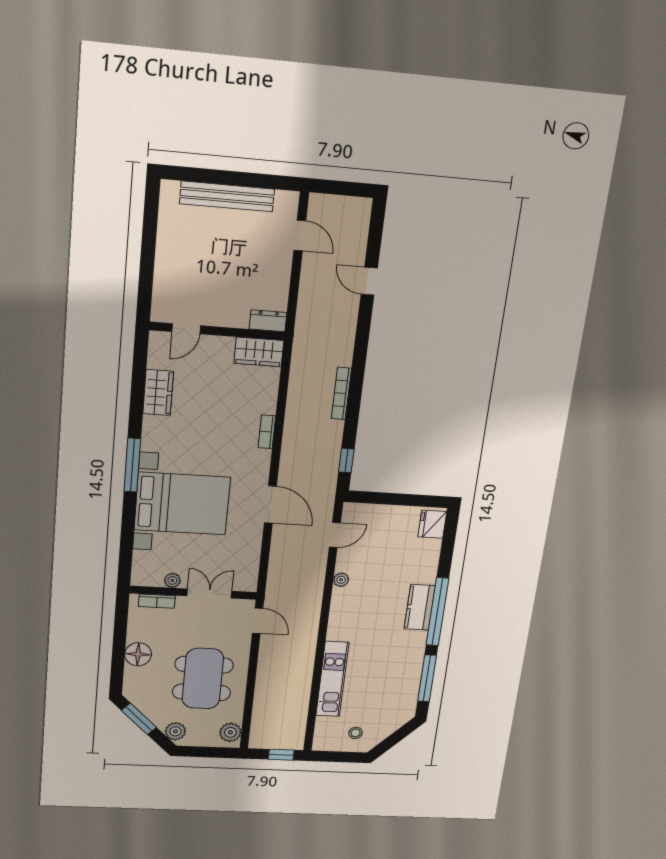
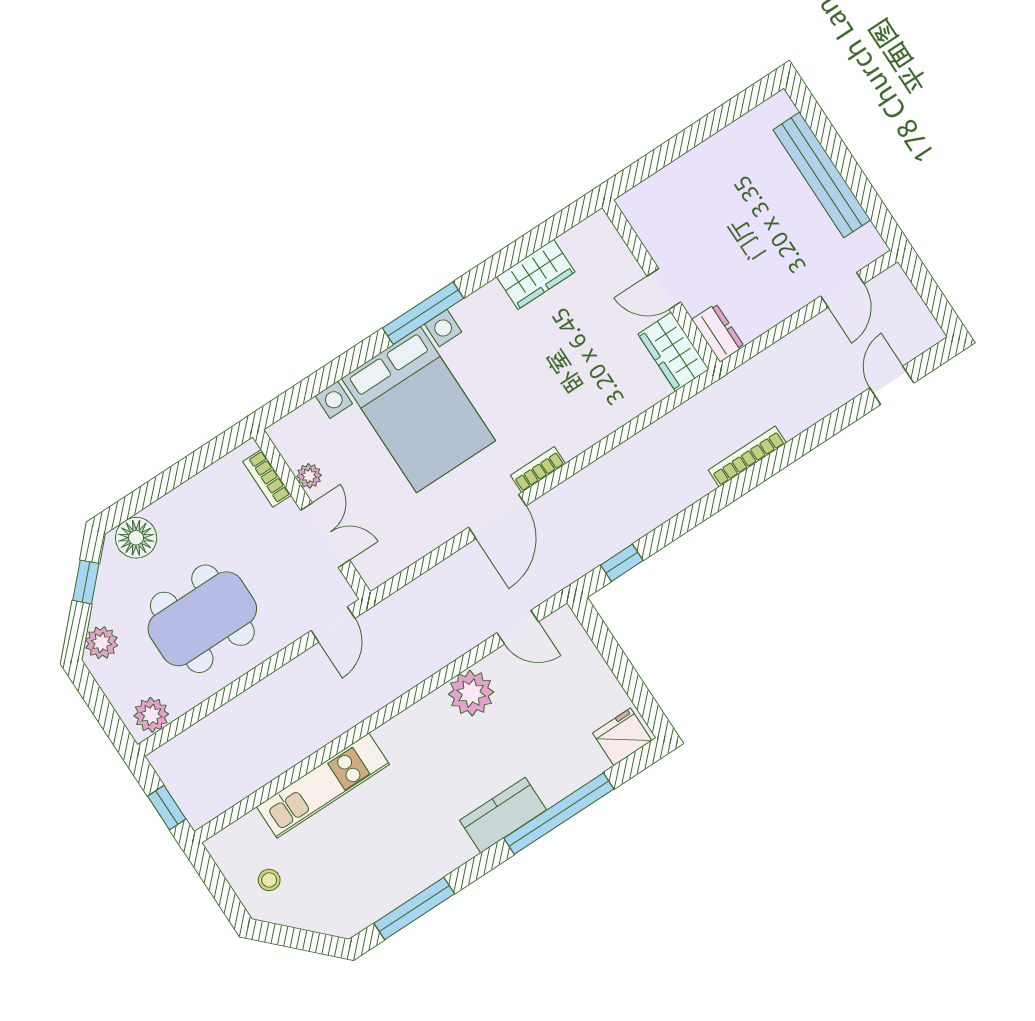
door: (369, 281) -> (892, 385), moved
door: (186, 329) -> (664, 289), moved
bookcase: (341, 393) -> (747, 456), moved
bookcase: (267, 432) -> (538, 470), moved
plant: (341, 580) -> (471, 693), width x1.88, depth x1.88
window: (437, 612) -> (559, 814), moved
floor lamp: (138, 654) -> (136, 538), moved
window: (139, 719) -> (86, 582), width x0.67

